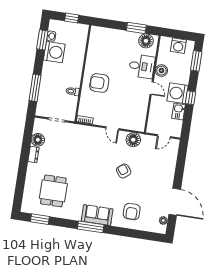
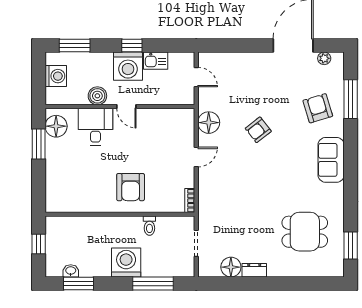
washing machine: (54, 52) -> (126, 262), moved
door: (152, 88) -> (126, 107), swing flipped
armchair: (132, 212) -> (318, 108), turned -107
window: (91, 227) -> (351, 99), moved

